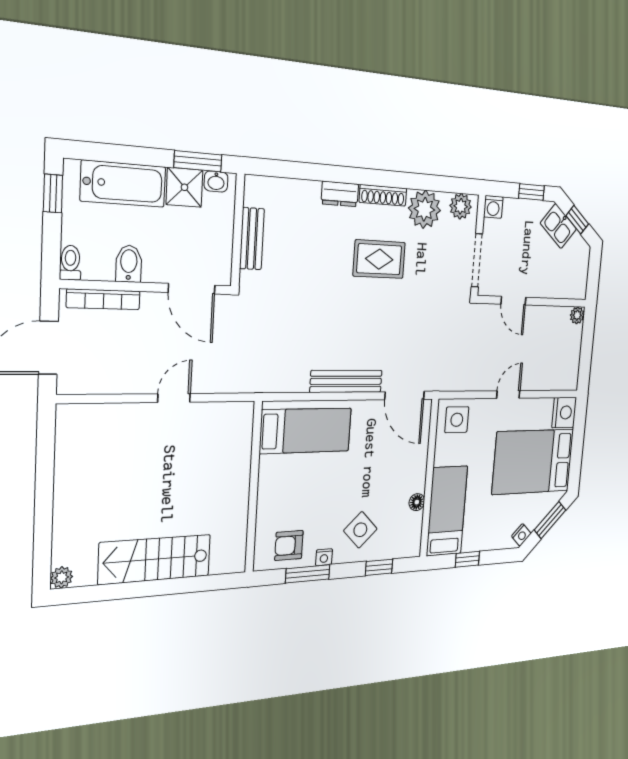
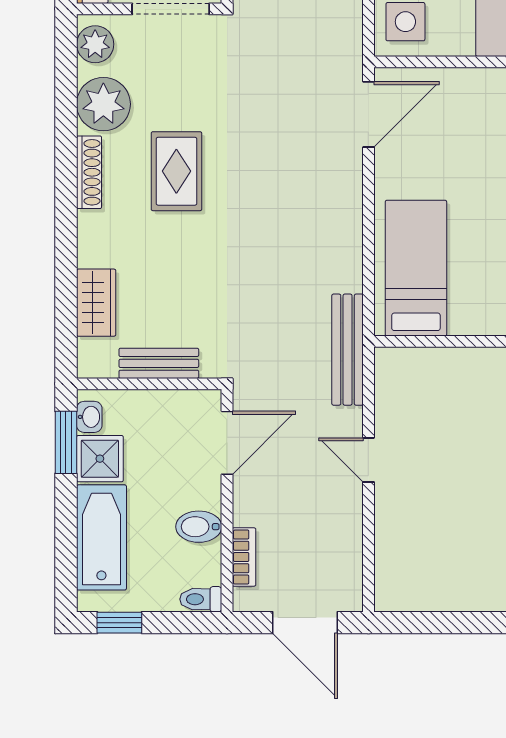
wardrobe: (297, 194) -> (96, 303), added
dresser: (340, 194) -> (92, 239), removed
bookcase: (103, 299) -> (244, 557), width x0.64
bench: (346, 381) -> (348, 350), moved

